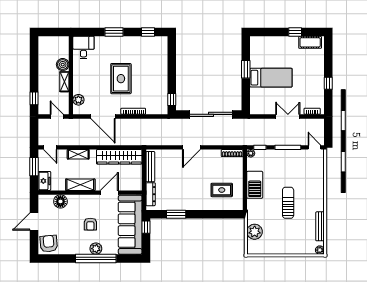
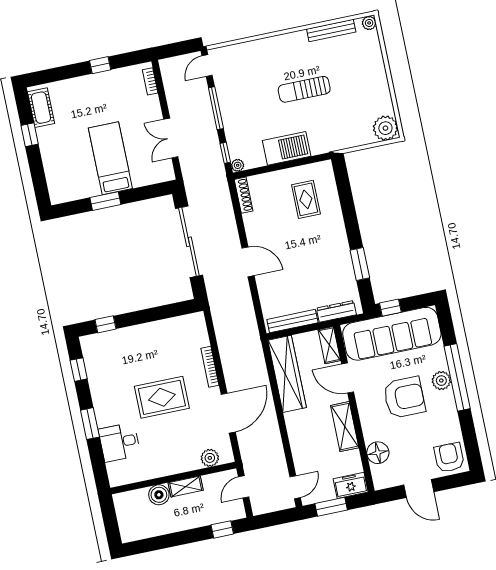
desk: (83, 48) -> (120, 442), moved
window: (172, 99) -> (106, 324), moved
double door: (288, 116) -> (171, 138), moved
shelving: (78, 154) -> (329, 345), moved
armchair: (90, 224) -> (404, 397), width x1.88, depth x1.88
plant: (255, 232) -> (385, 128), moved
armchair: (49, 244) -> (449, 457), turned 95

